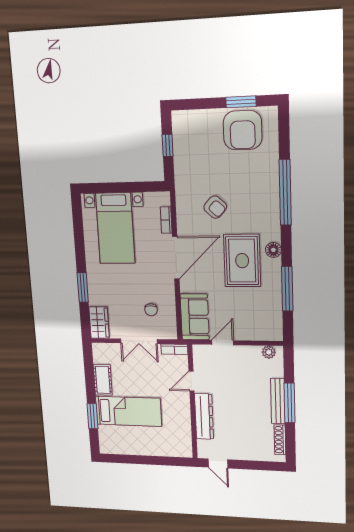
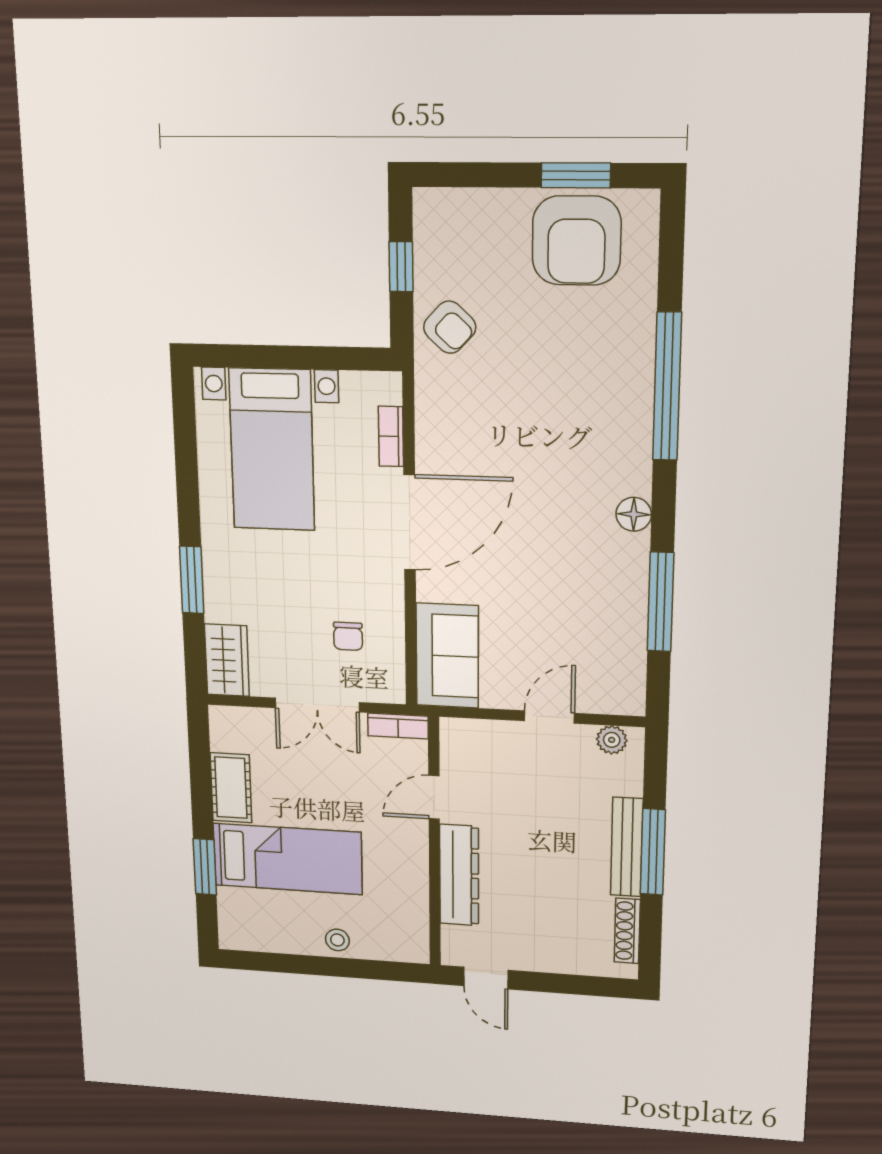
armchair: (215, 207) -> (450, 327), moved
rug: (242, 261) -> (561, 535), removed
door: (223, 342) -> (549, 717), moved
stool: (152, 448) -> (337, 940), added

